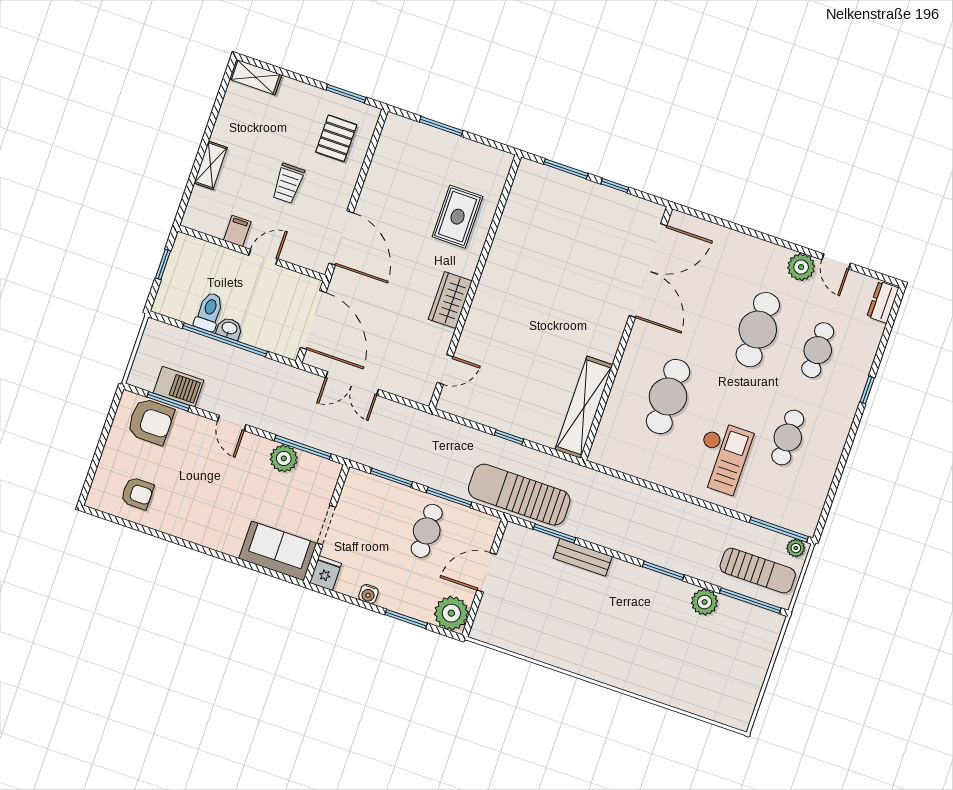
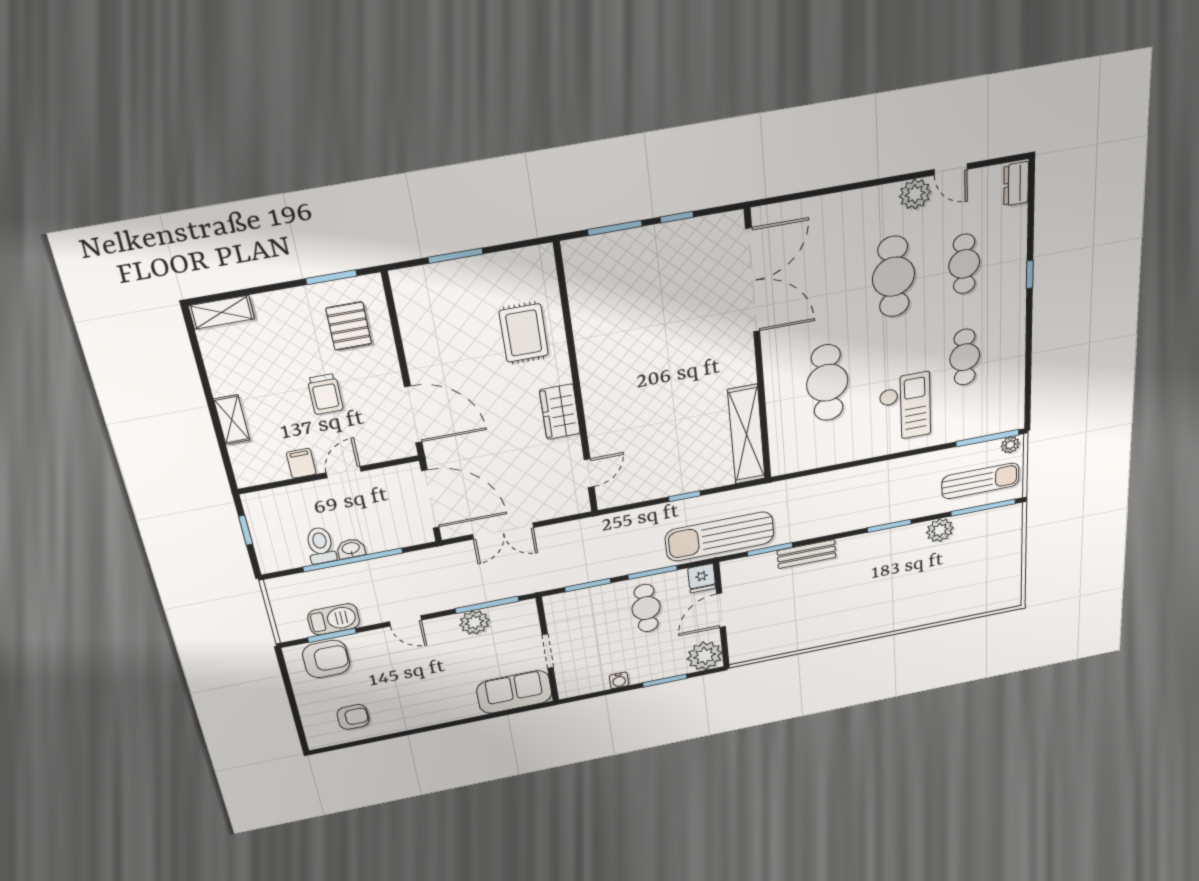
fridge: (326, 573) -> (702, 578), moved, turned 180

